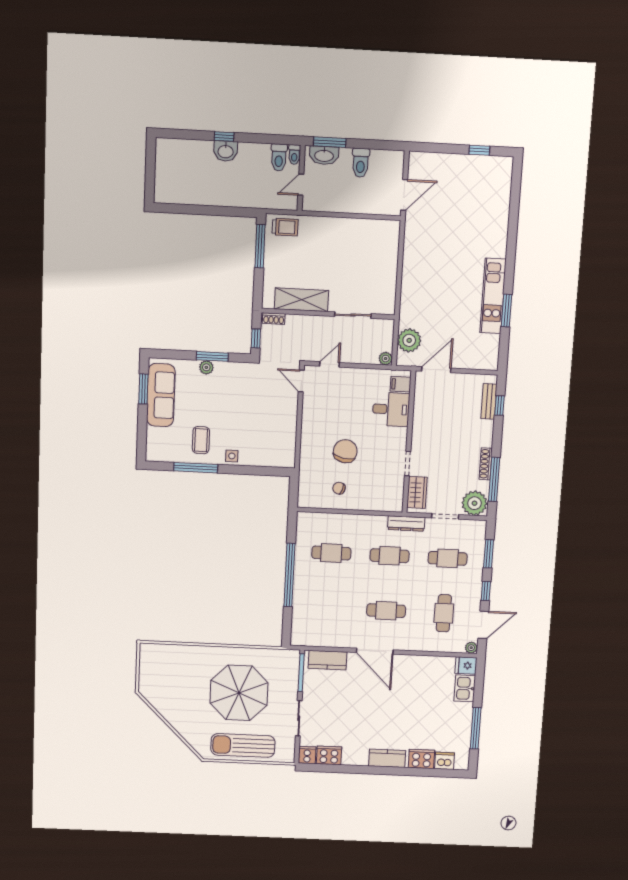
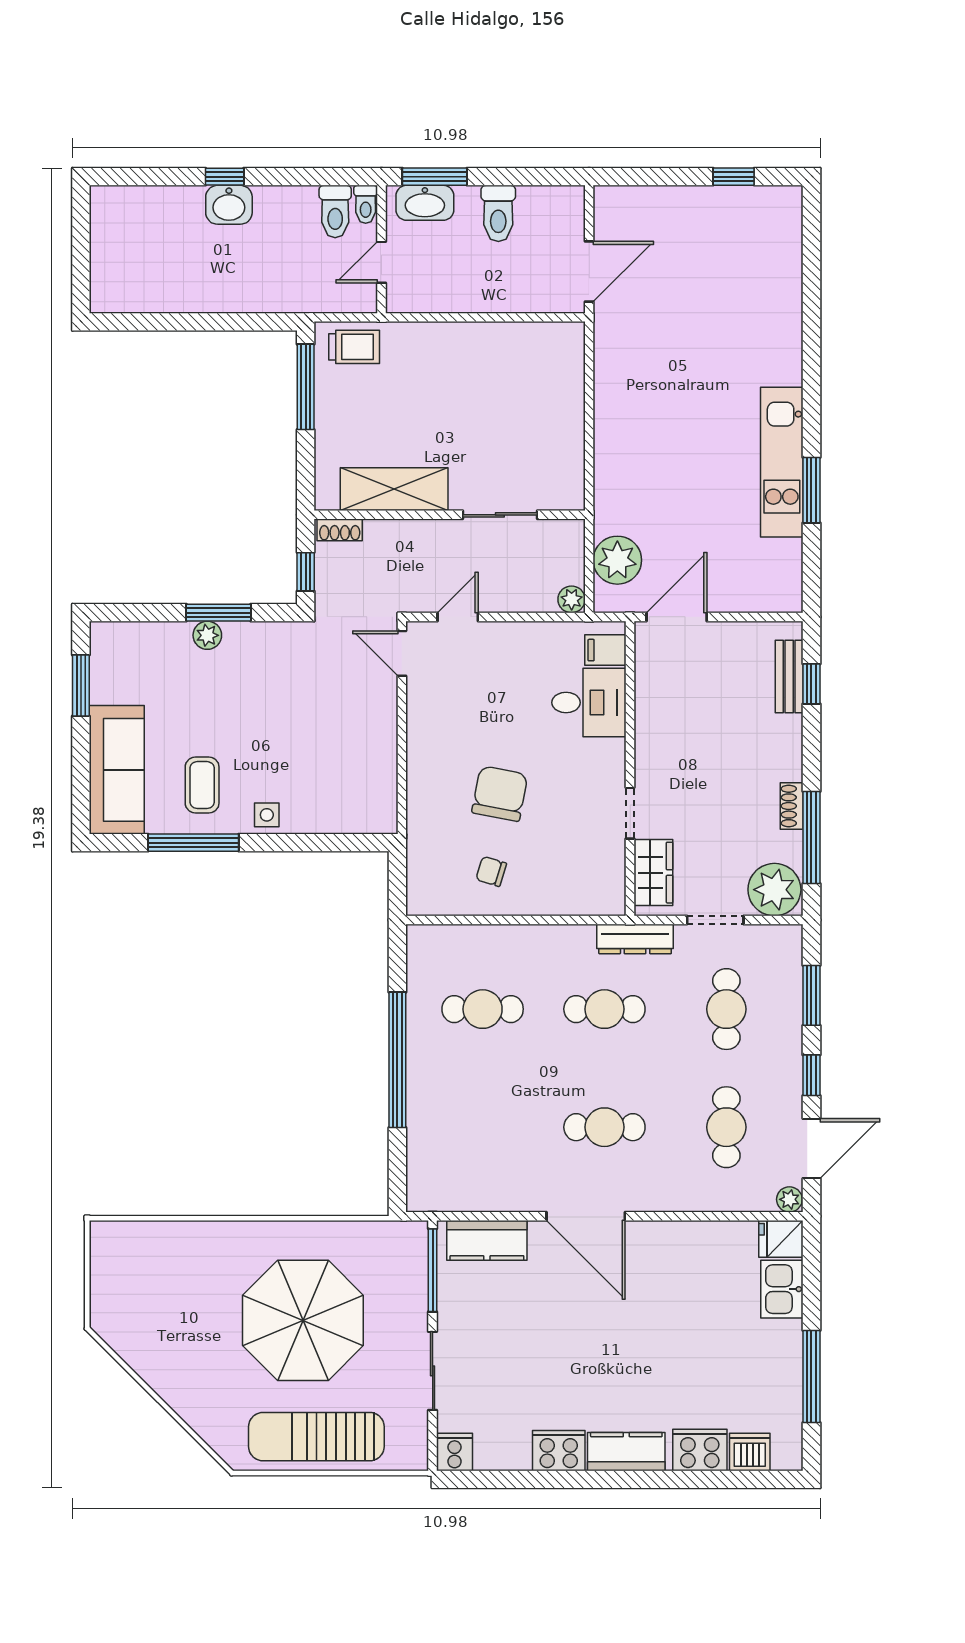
sofa: (161, 395) -> (117, 770), moved
shoe rack: (486, 464) -> (792, 806), width x0.70
cafe table: (448, 558) -> (726, 1009), turned 90
cooker: (329, 755) -> (559, 1451), moved

